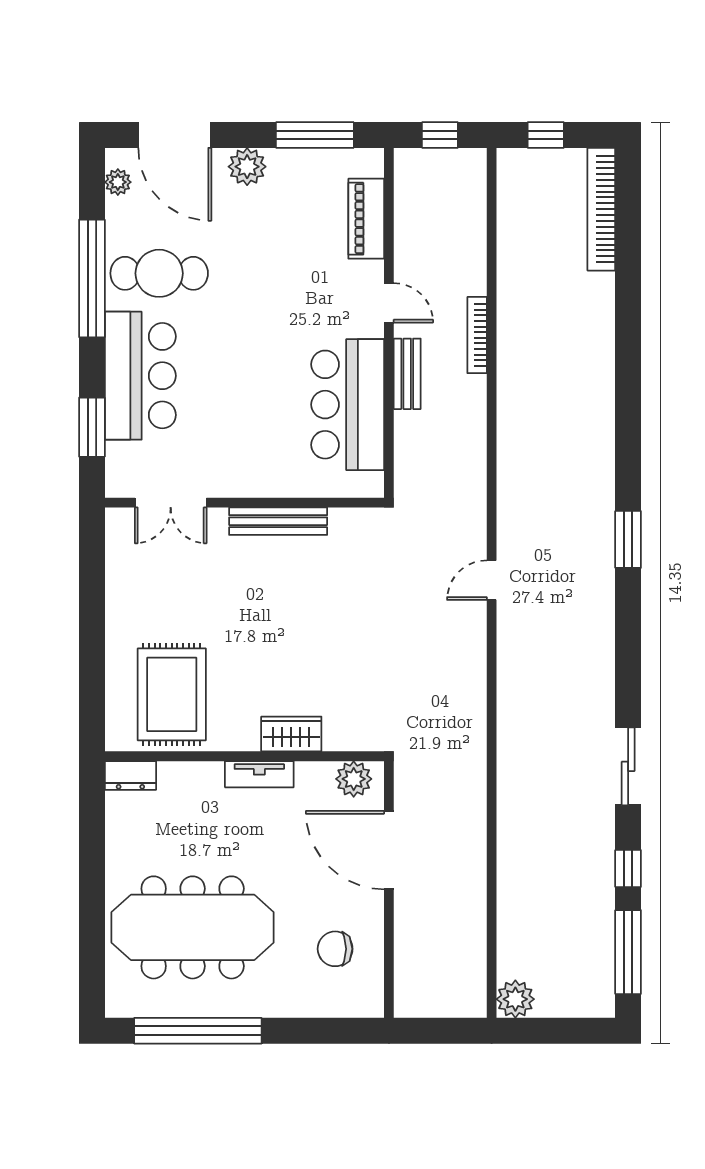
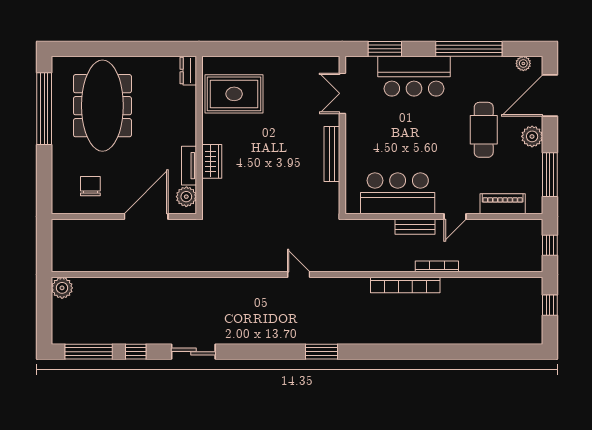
bookcase: (601, 209) -> (405, 285), moved, turned 180
cafe table: (159, 273) -> (484, 130), moved
tv unit: (259, 774) -> (189, 166), moved

